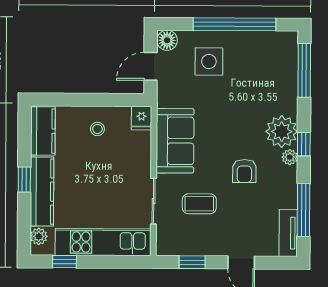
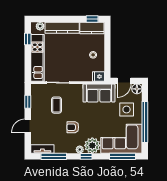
door: (151, 66) -> (124, 81), swing flipped
corner sofa: (268, 72) -> (121, 139), added
sofa: (175, 141) -> (99, 93), moved
window: (24, 180) -> (92, 19), moved

